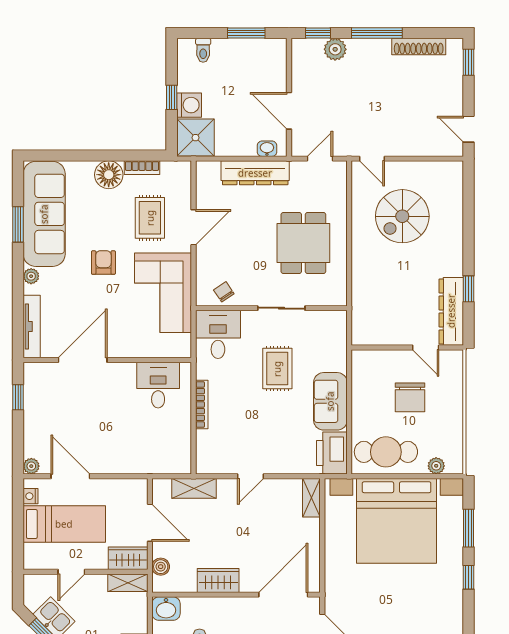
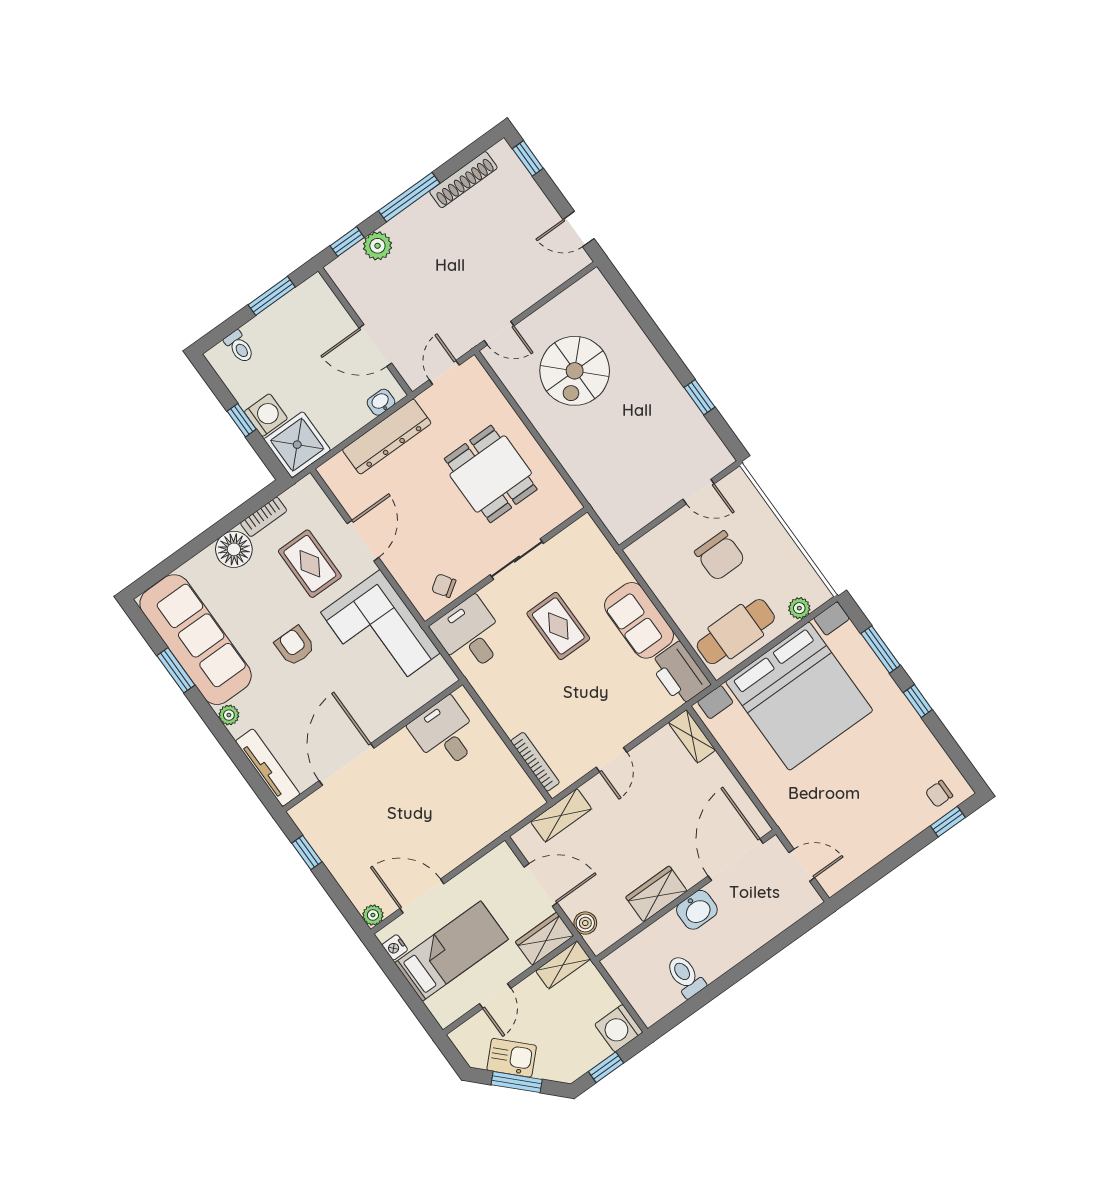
dresser: (451, 311) -> (698, 434), removed
bookcase: (202, 405) -> (535, 762), moved
washbasin: (166, 609) -> (697, 910), moved

